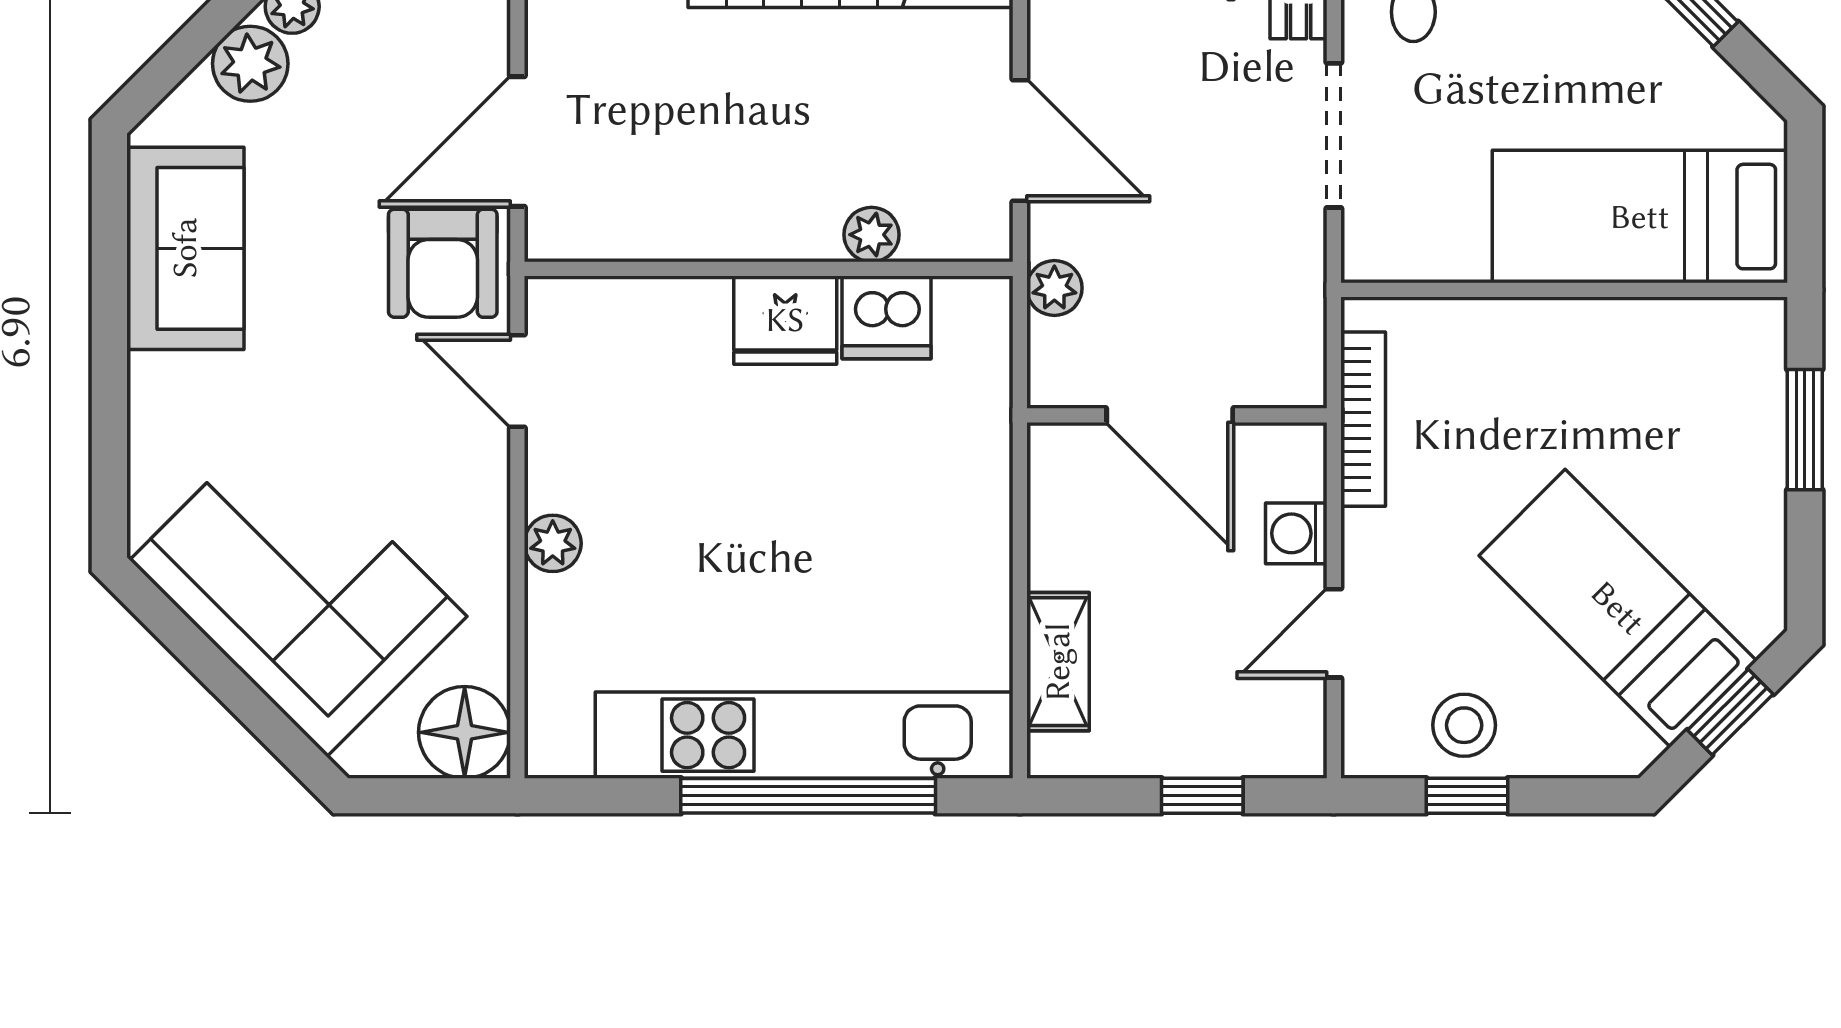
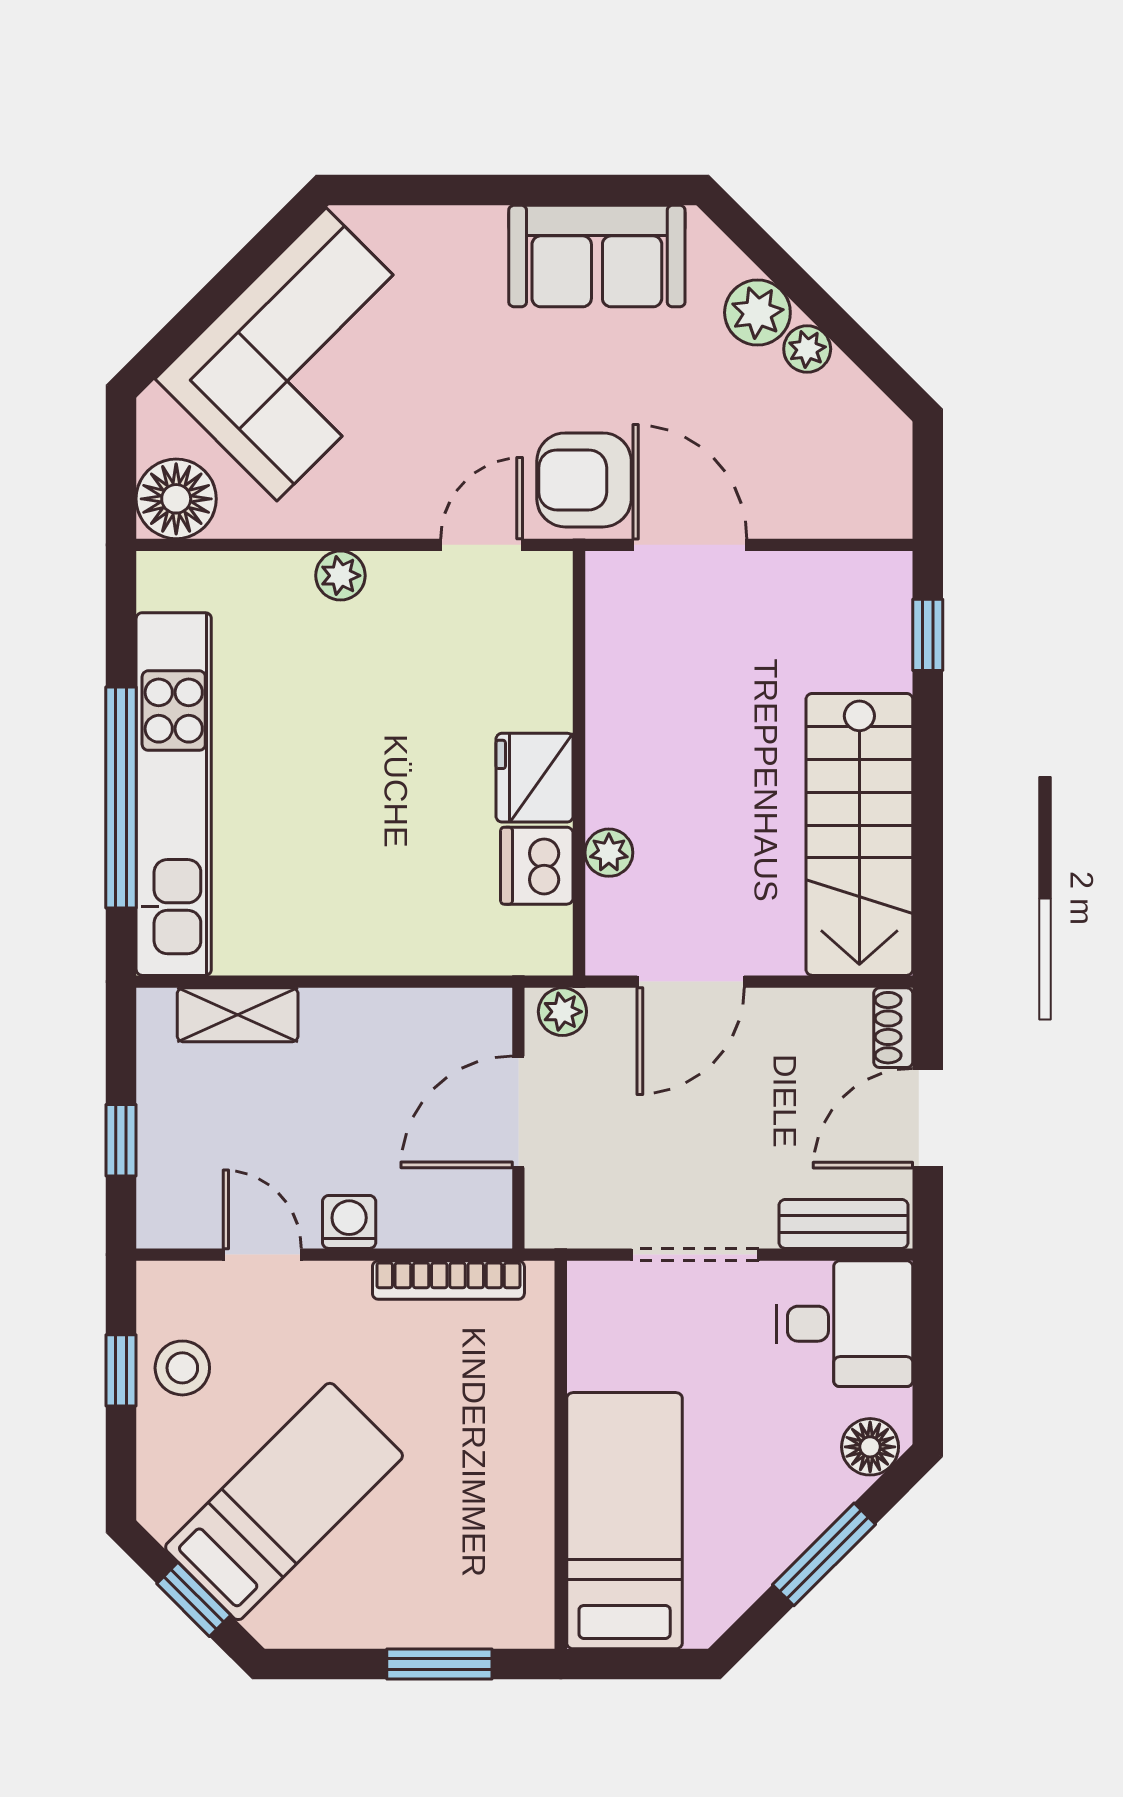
door: (1170, 415) -> (518, 1112), moved
wall: (1177, 415) -> (518, 1118), moved

